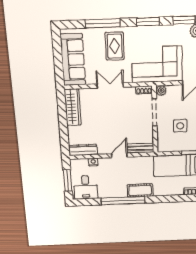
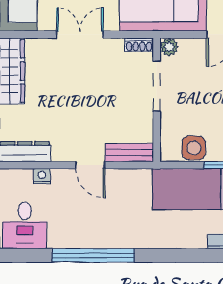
side table: (180, 126) -> (194, 148), moved
door: (119, 155) -> (90, 165), swing flipped
cot: (140, 190) -> (126, 236), removed

